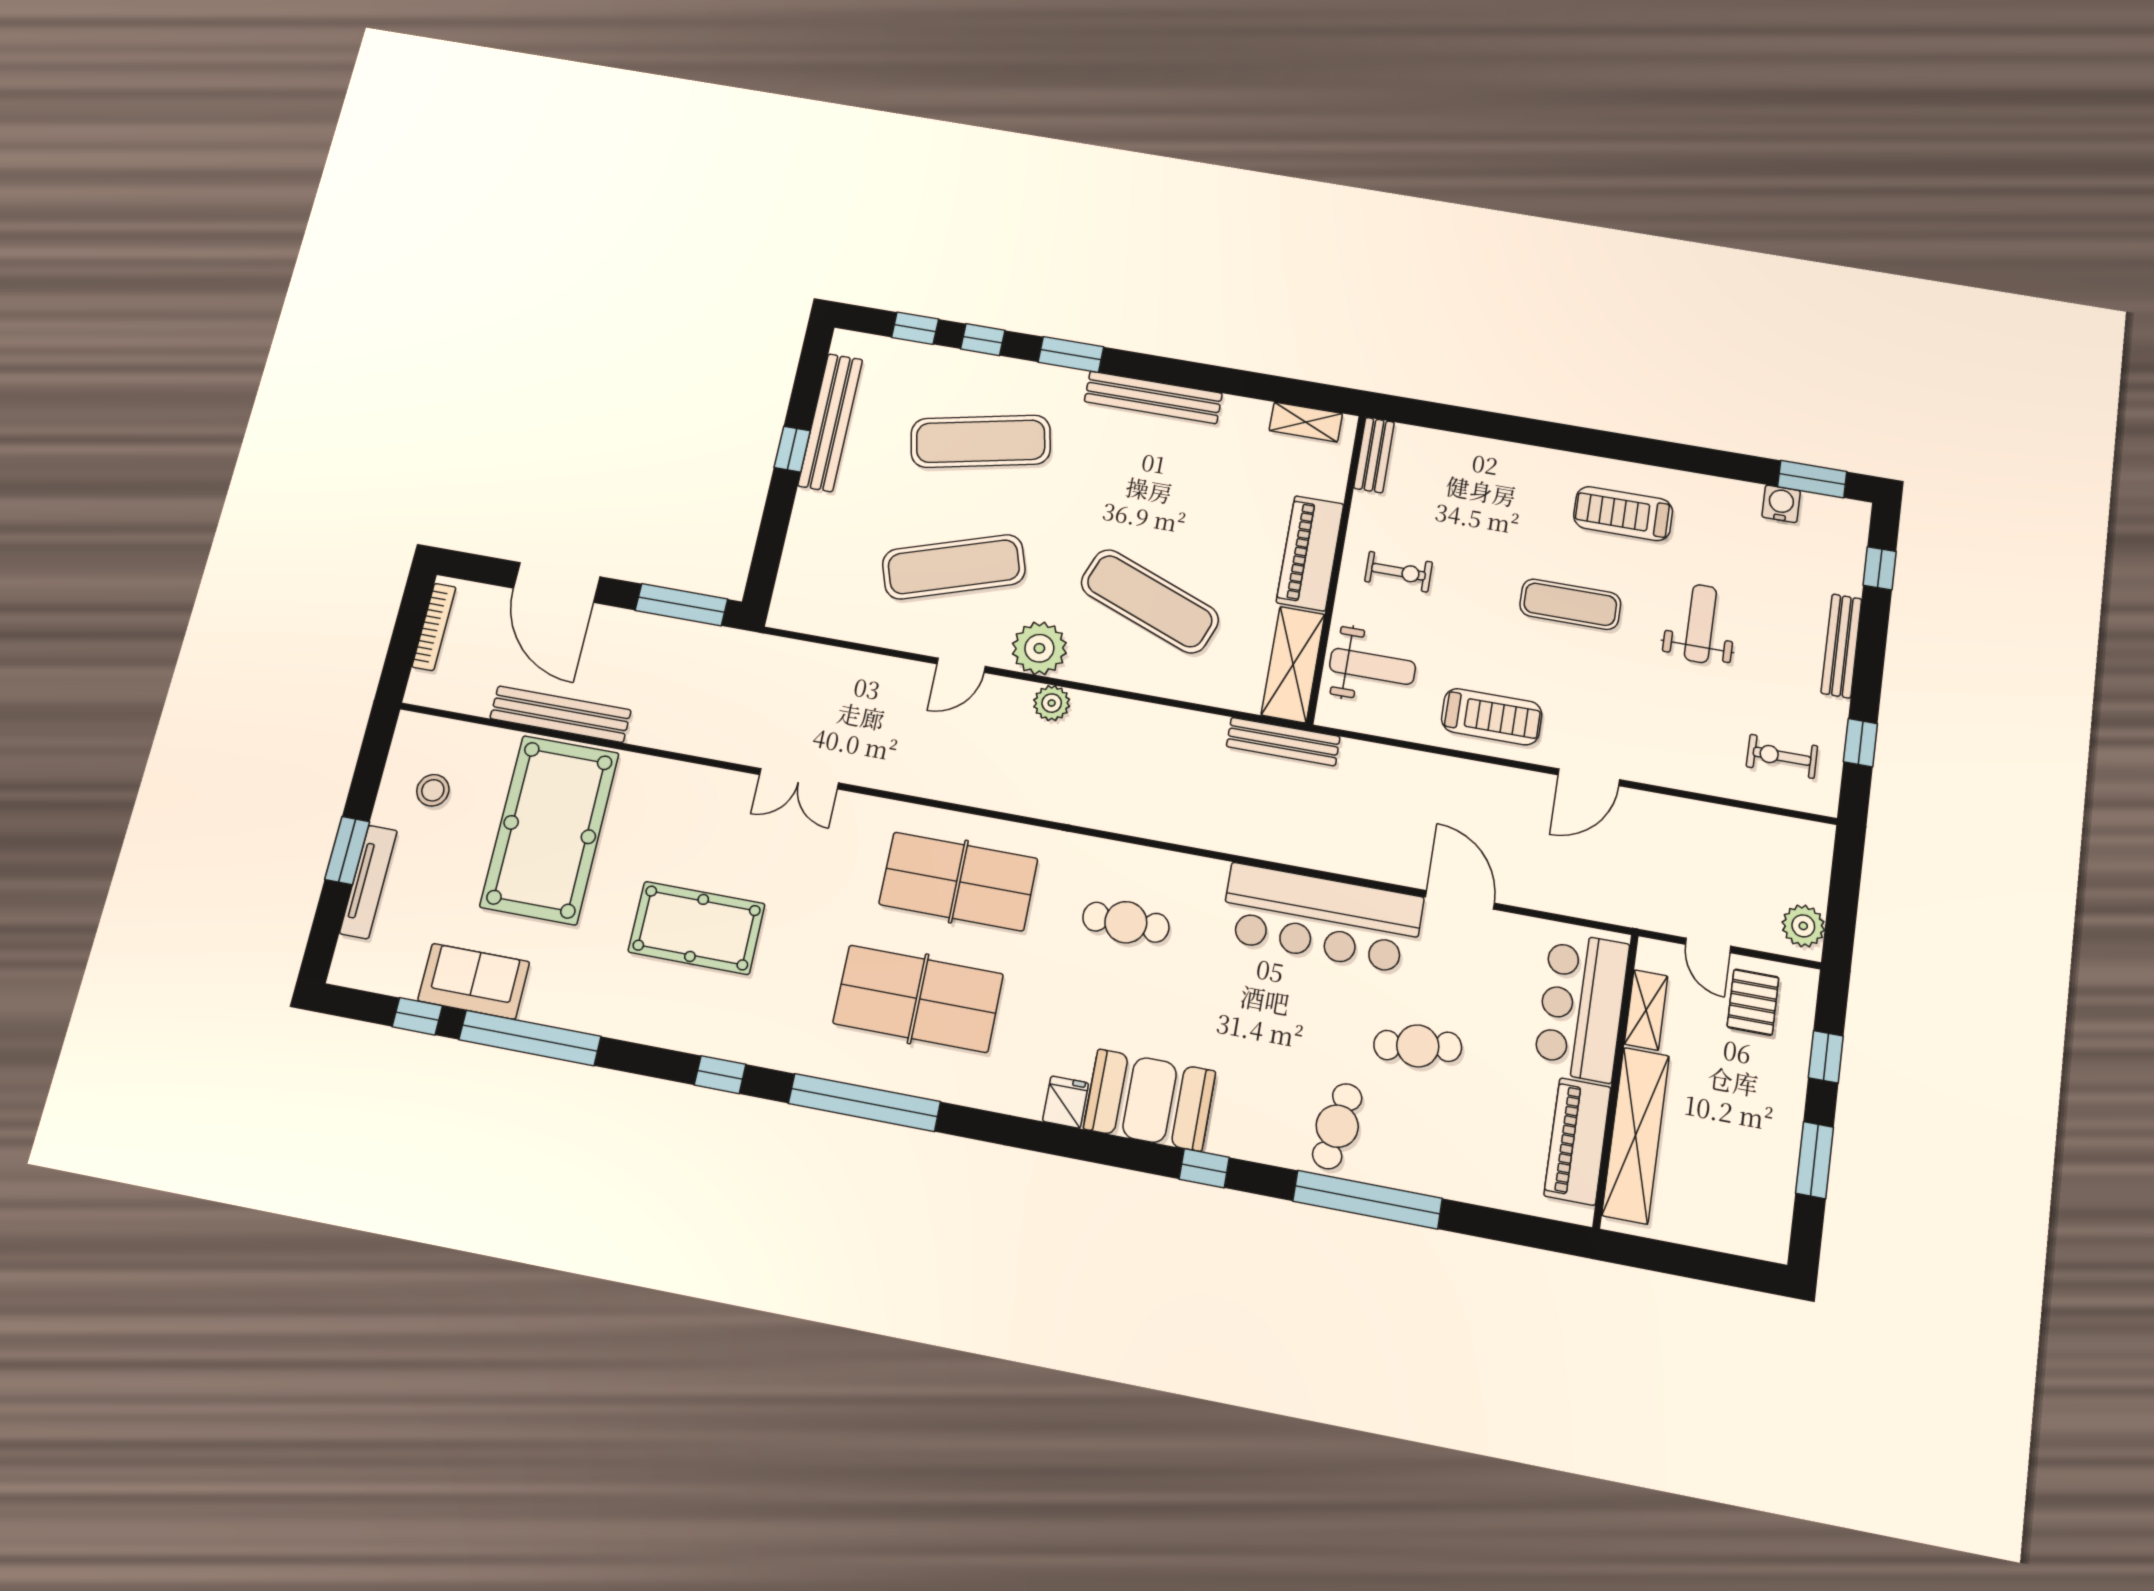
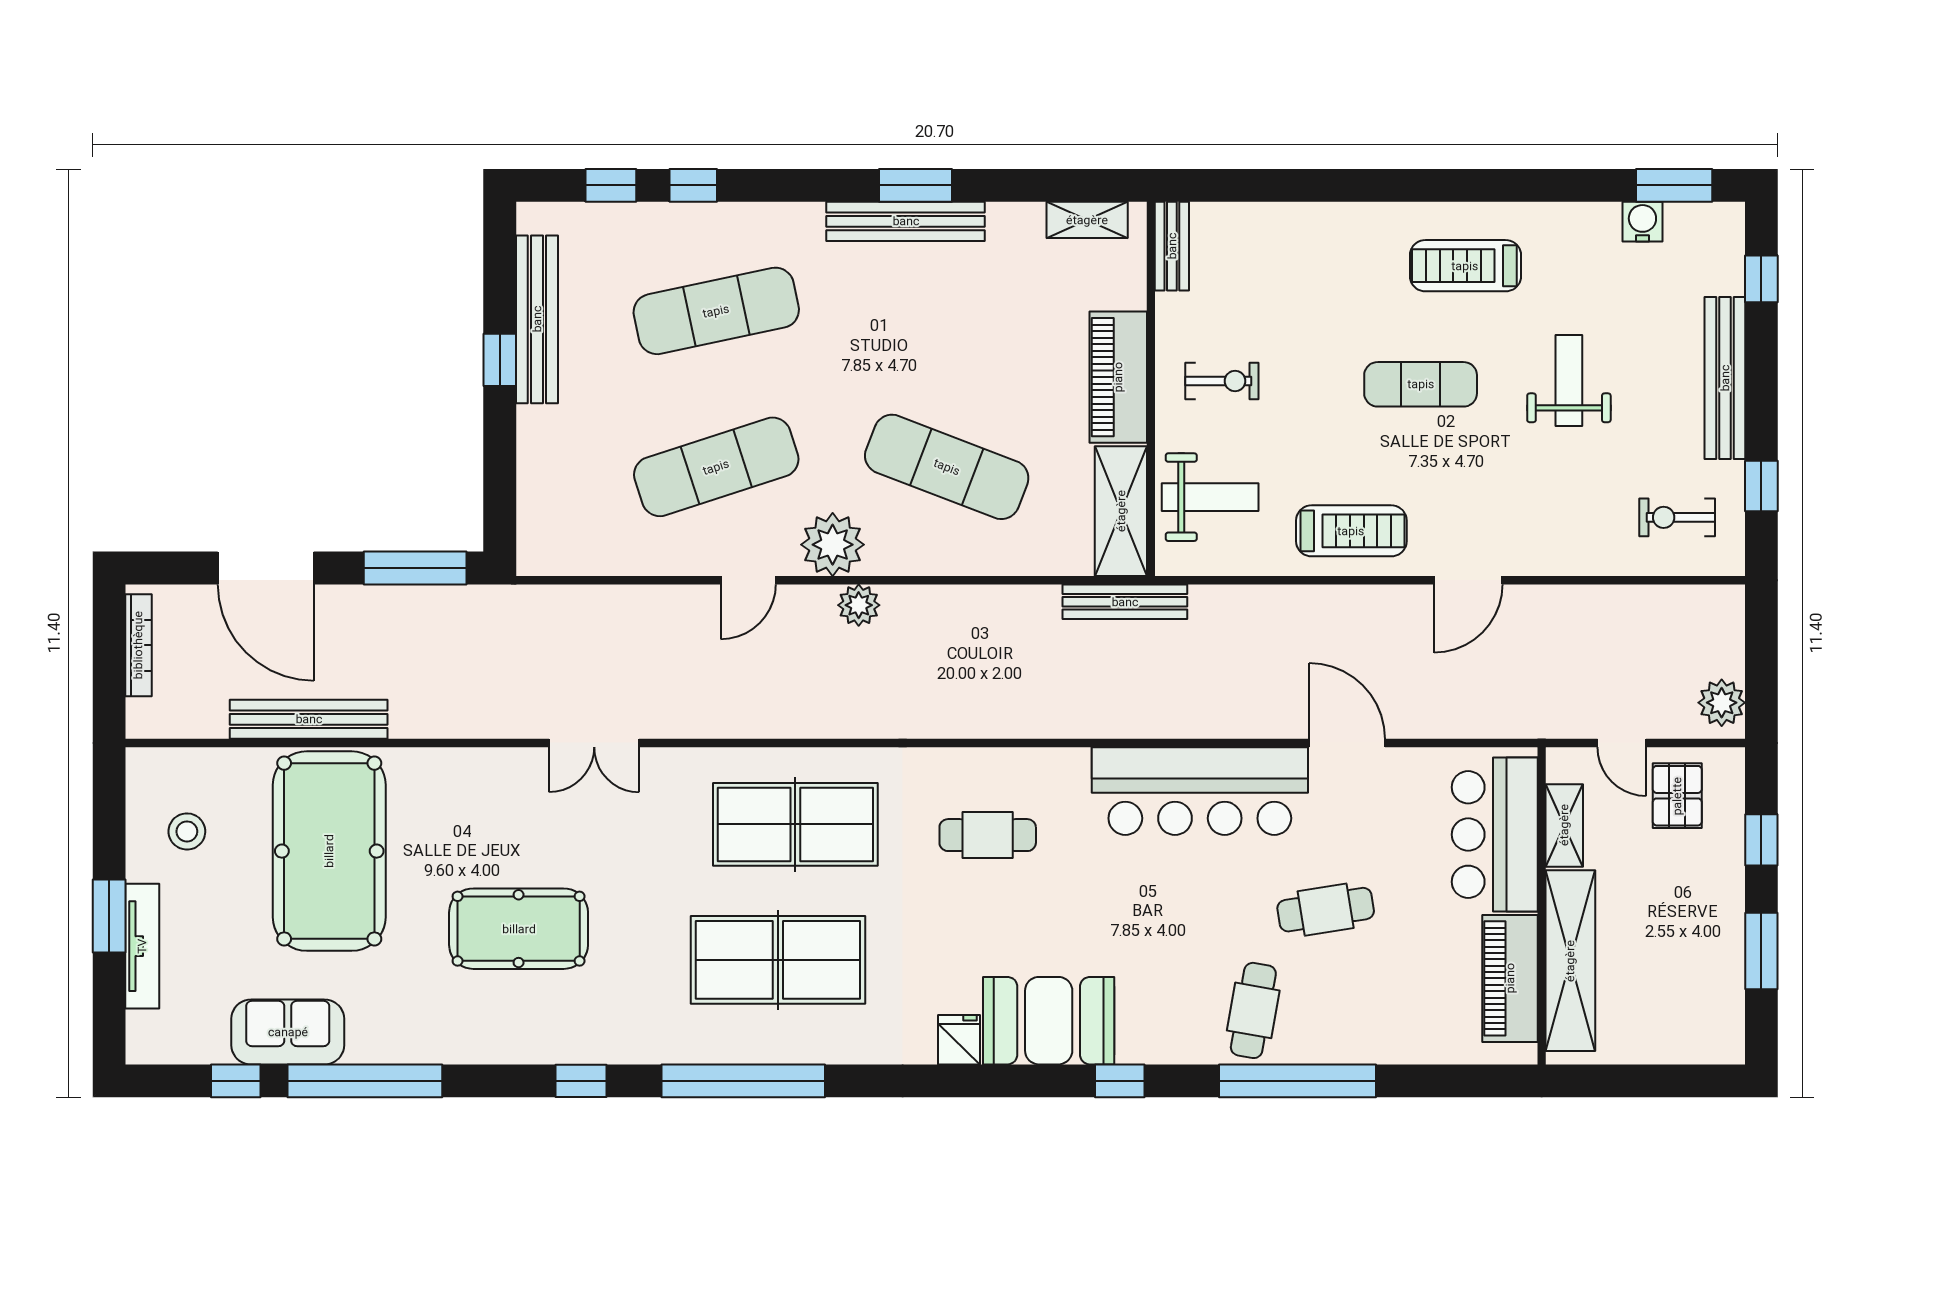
window: (1071, 354) -> (916, 185), moved
bench: (1841, 646) -> (1725, 378), width x1.37, depth x1.21

